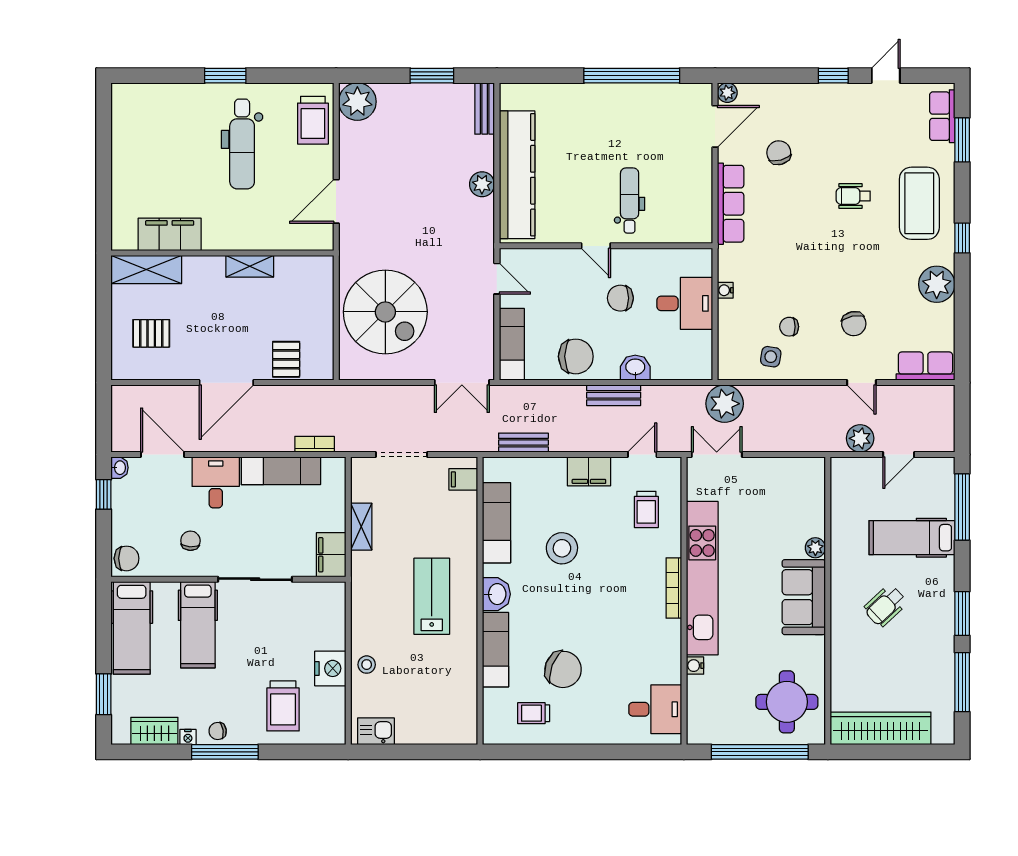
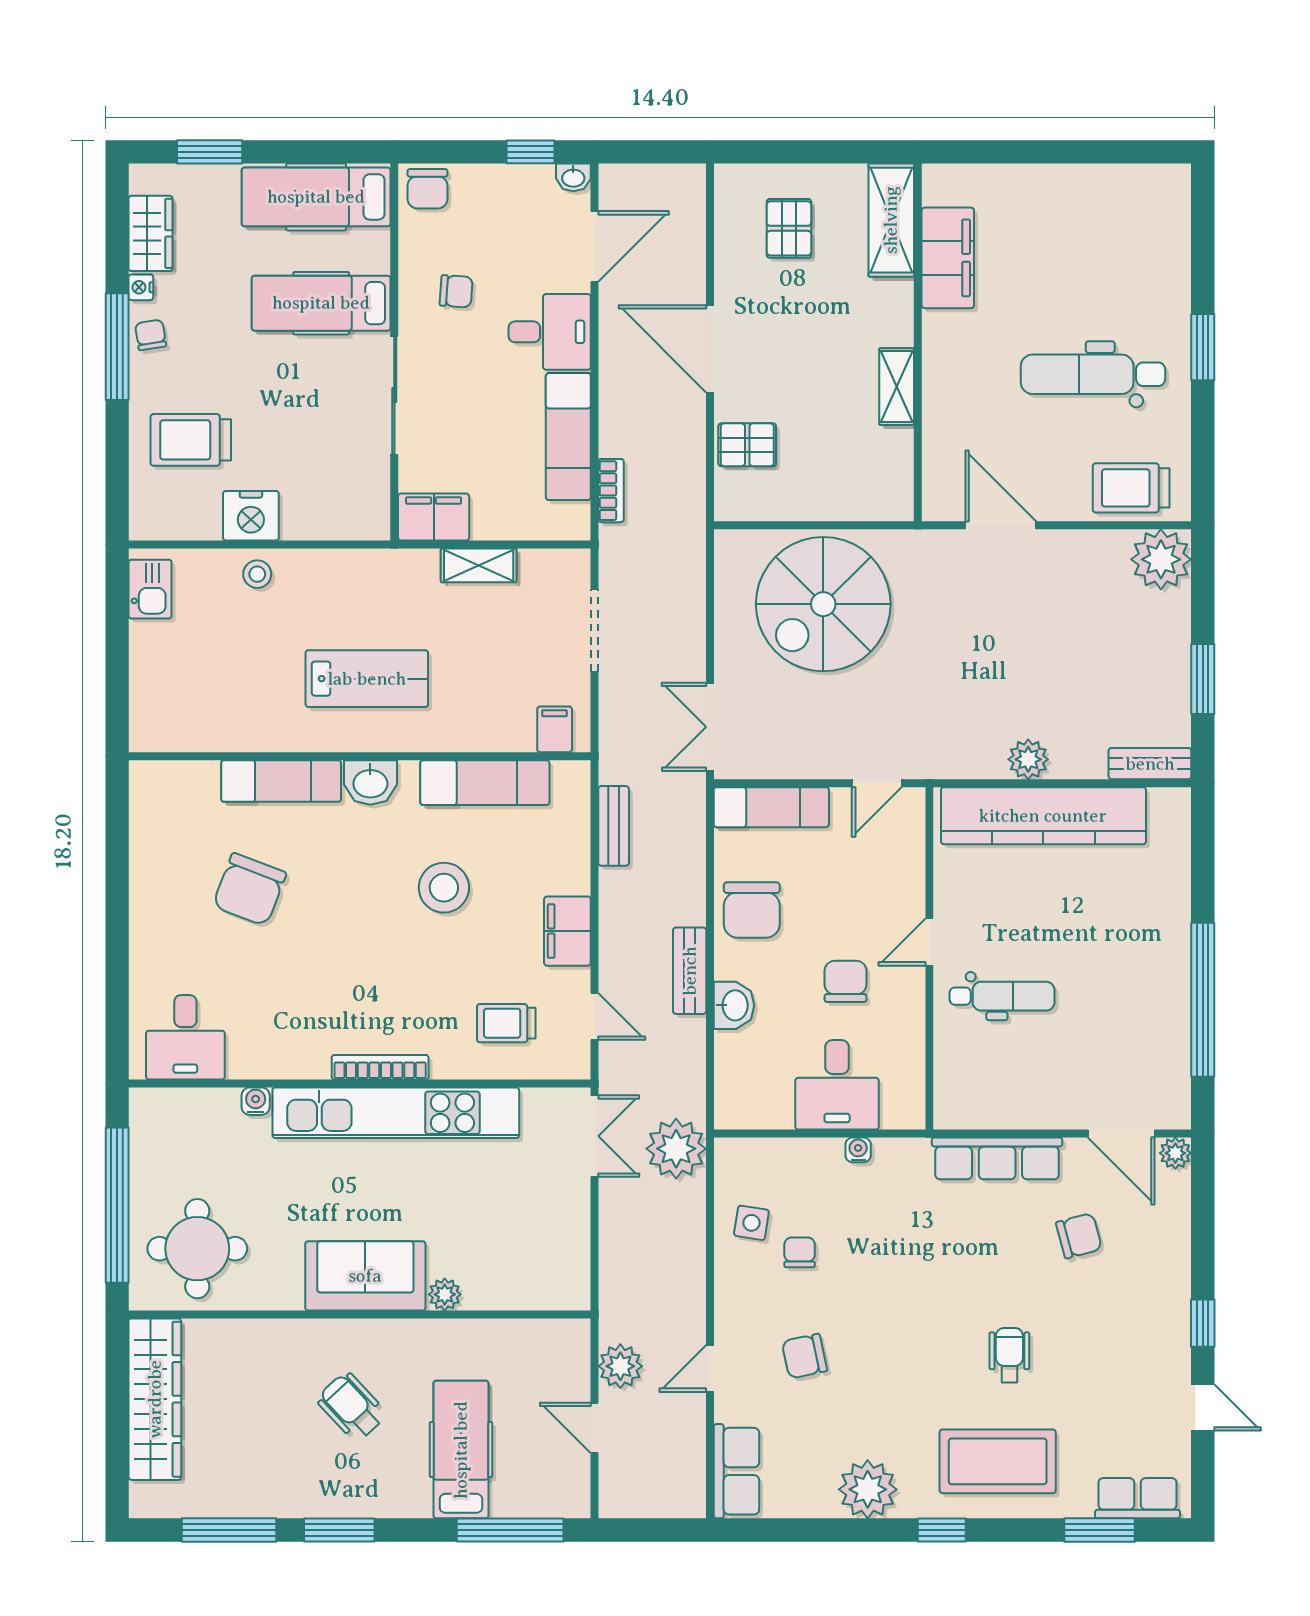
trolley: (534, 713) -> (179, 842), removed

